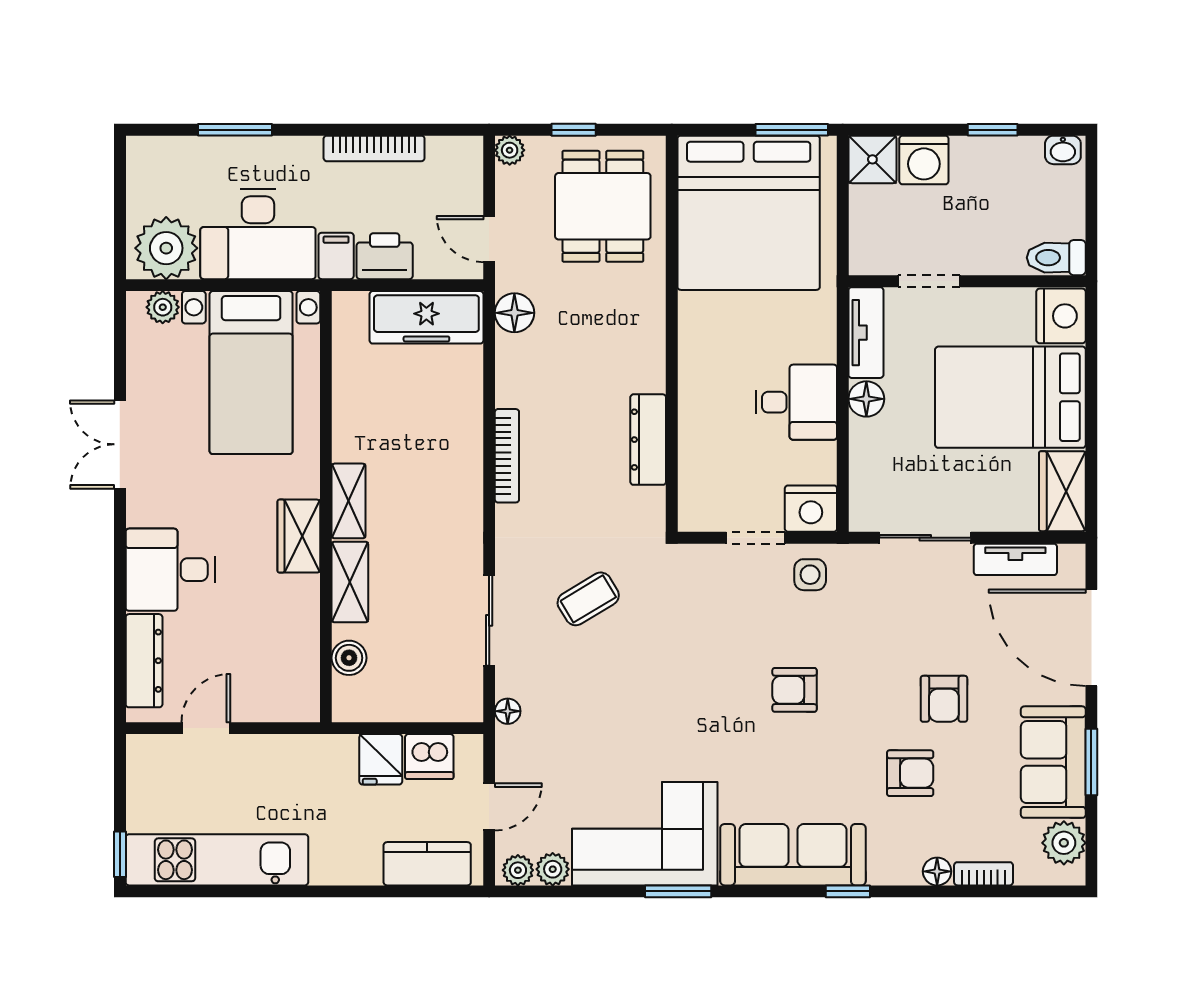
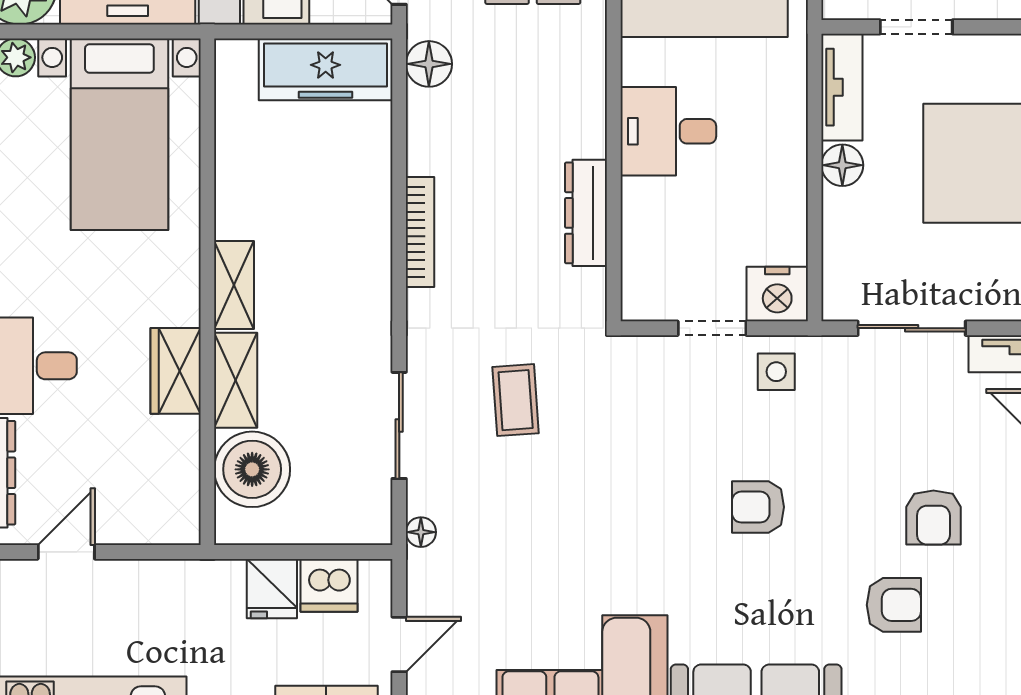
desk: (796, 402) -> (668, 131), moved, turned 180
wardrobe: (299, 536) -> (176, 371), moved
coffee table: (588, 599) -> (516, 400), turned -63
boiler: (349, 658) -> (252, 469), width x1.86, depth x1.86

